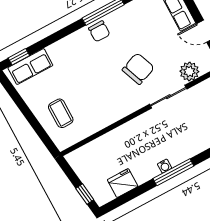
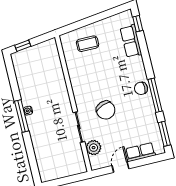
row of seats: (30, 67) -> (131, 41), moved
fridge: (123, 183) -> (23, 76), removed

